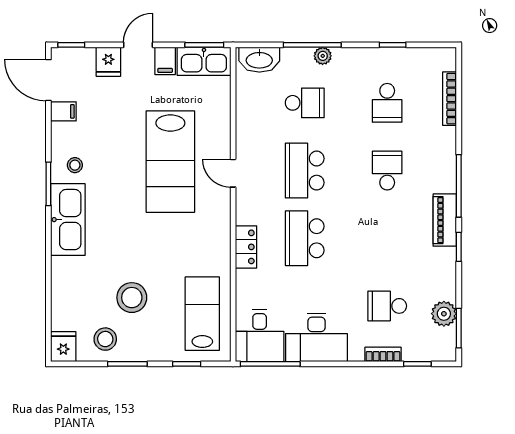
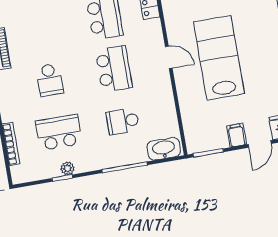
plant: (323, 56) -> (68, 168), moved
kitchen sink: (204, 61) -> (206, 140), removed
school desk: (387, 103) -> (59, 132), width x1.85

